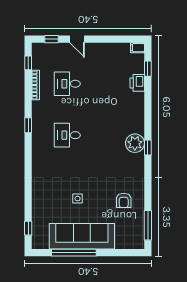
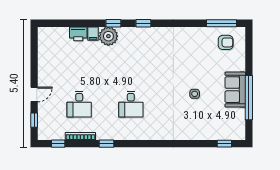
filing cabinet: (137, 48) -> (93, 34), moved
window: (148, 69) -> (113, 23), moved
window: (28, 125) -> (106, 144), moved
plant: (135, 143) -> (108, 36), moved
armchair: (124, 200) -> (226, 42), moved
sofa: (82, 236) -> (235, 90), width x0.54, depth x0.79

